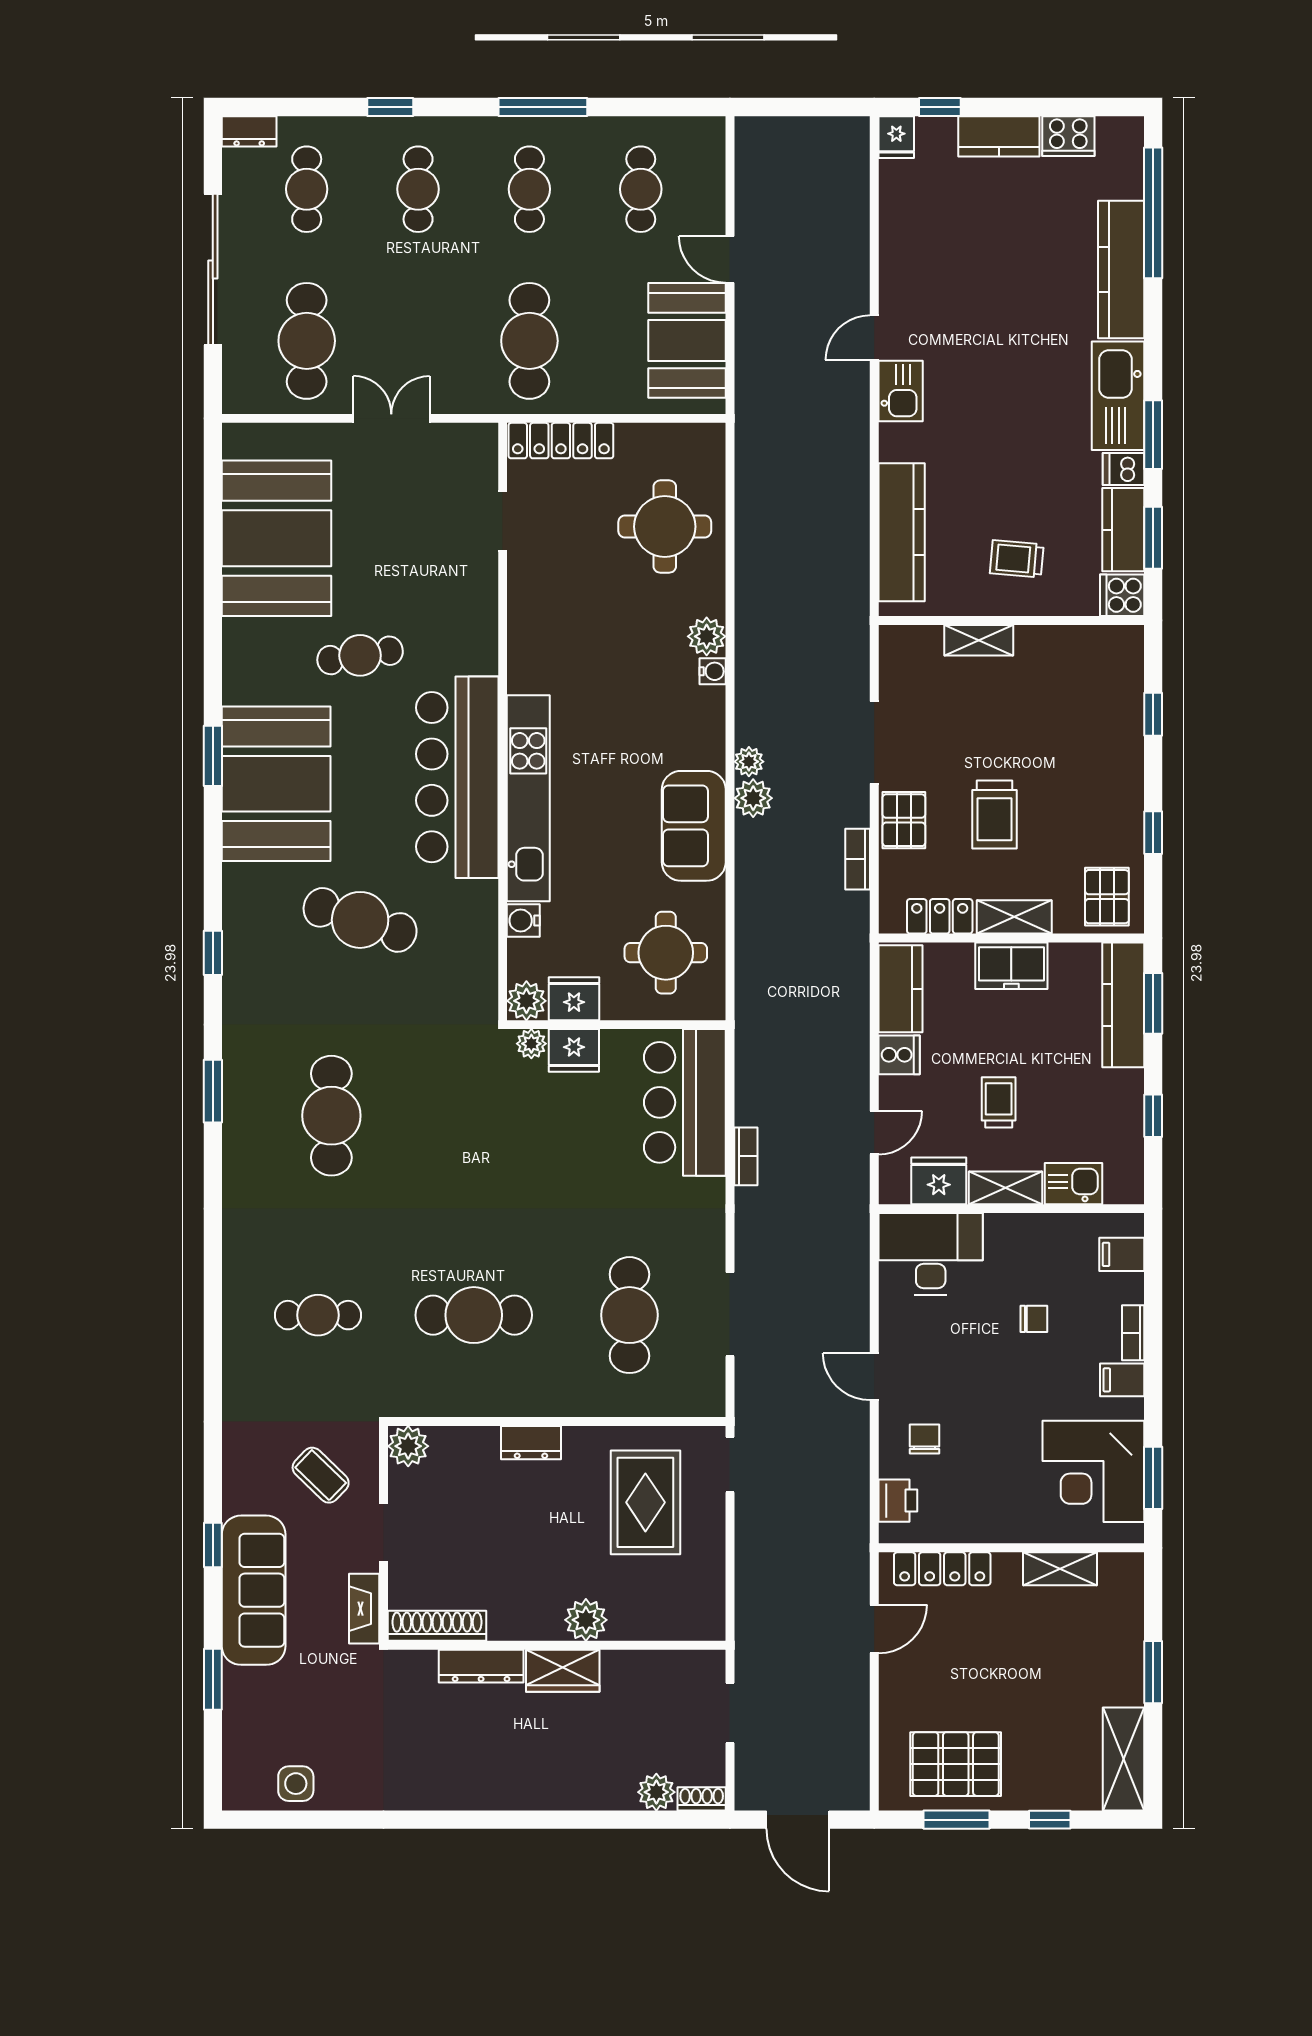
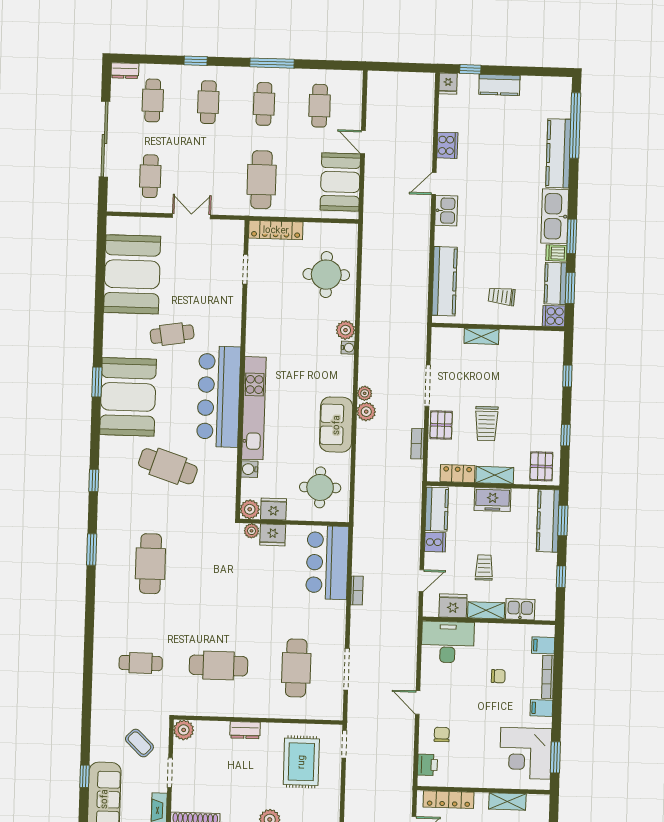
cooker: (1068, 136) -> (447, 145), moved, turned -90
cafe table: (307, 341) -> (150, 176), width x0.73, depth x0.74
bookcase: (1133, 1333) -> (548, 677), width x1.56

